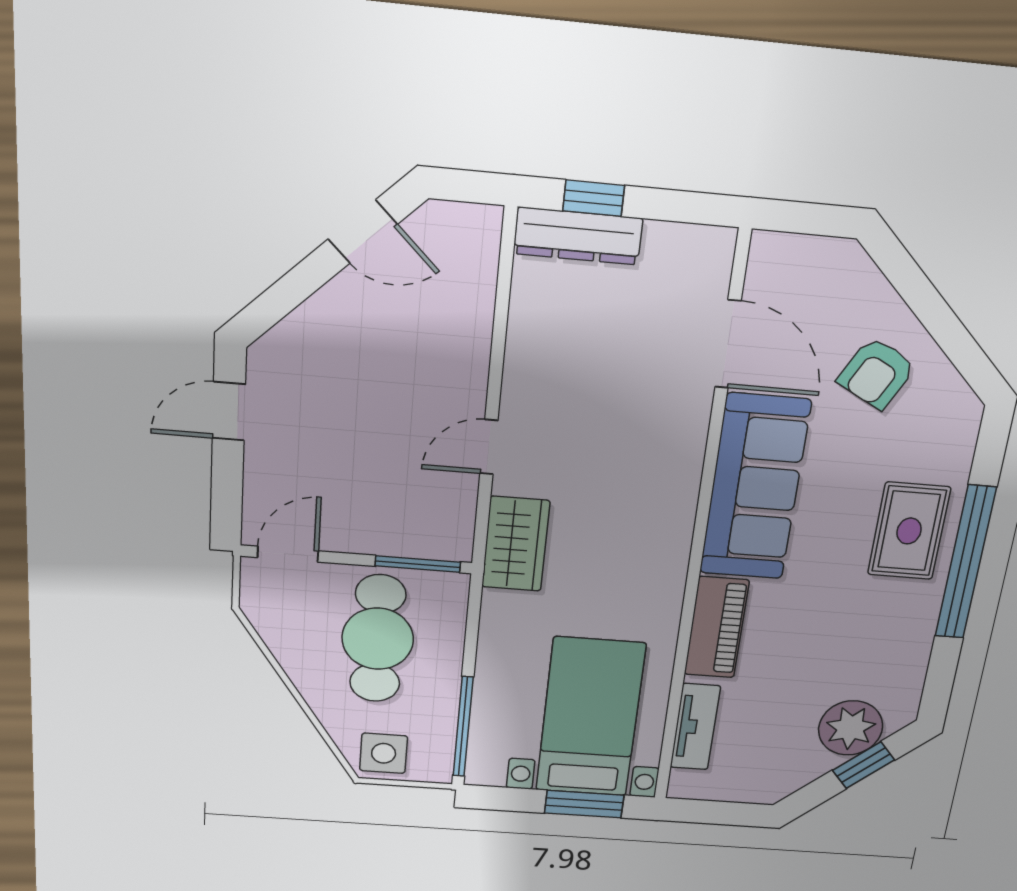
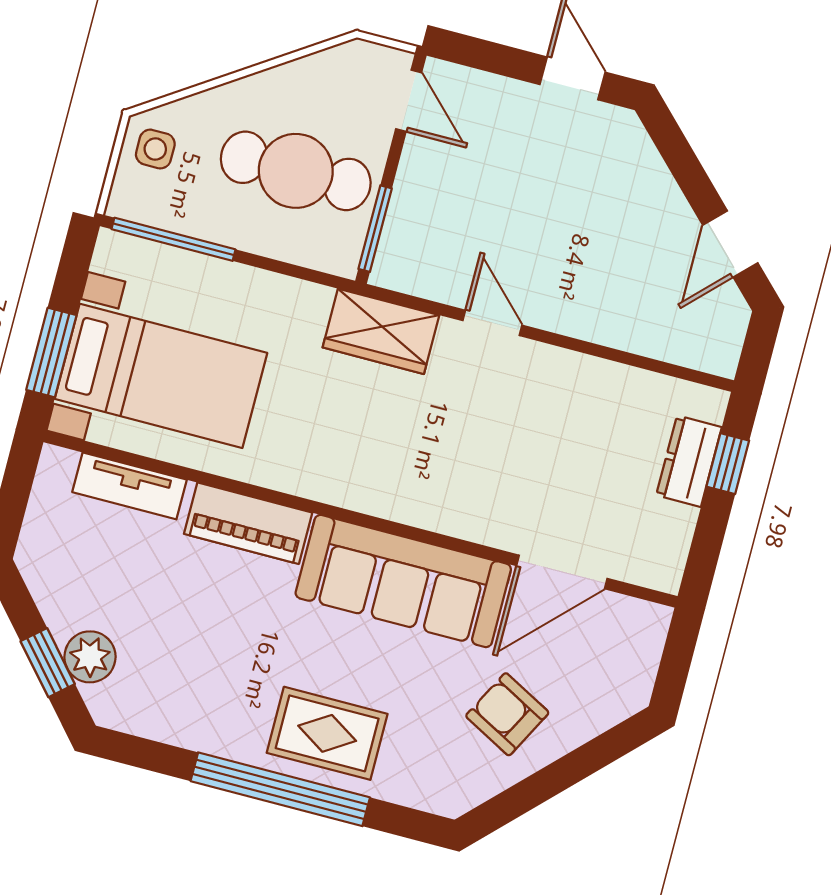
dresser: (578, 236) -> (689, 461), width x0.70
plant: (851, 728) -> (90, 657), width x0.73, depth x0.73
side table: (384, 753) -> (155, 149), width x0.73, depth x0.73

